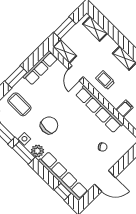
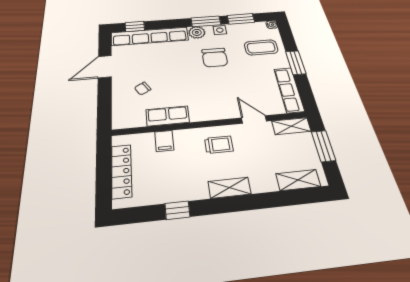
row of seats: (99, 109) -> (168, 116), width x0.50

